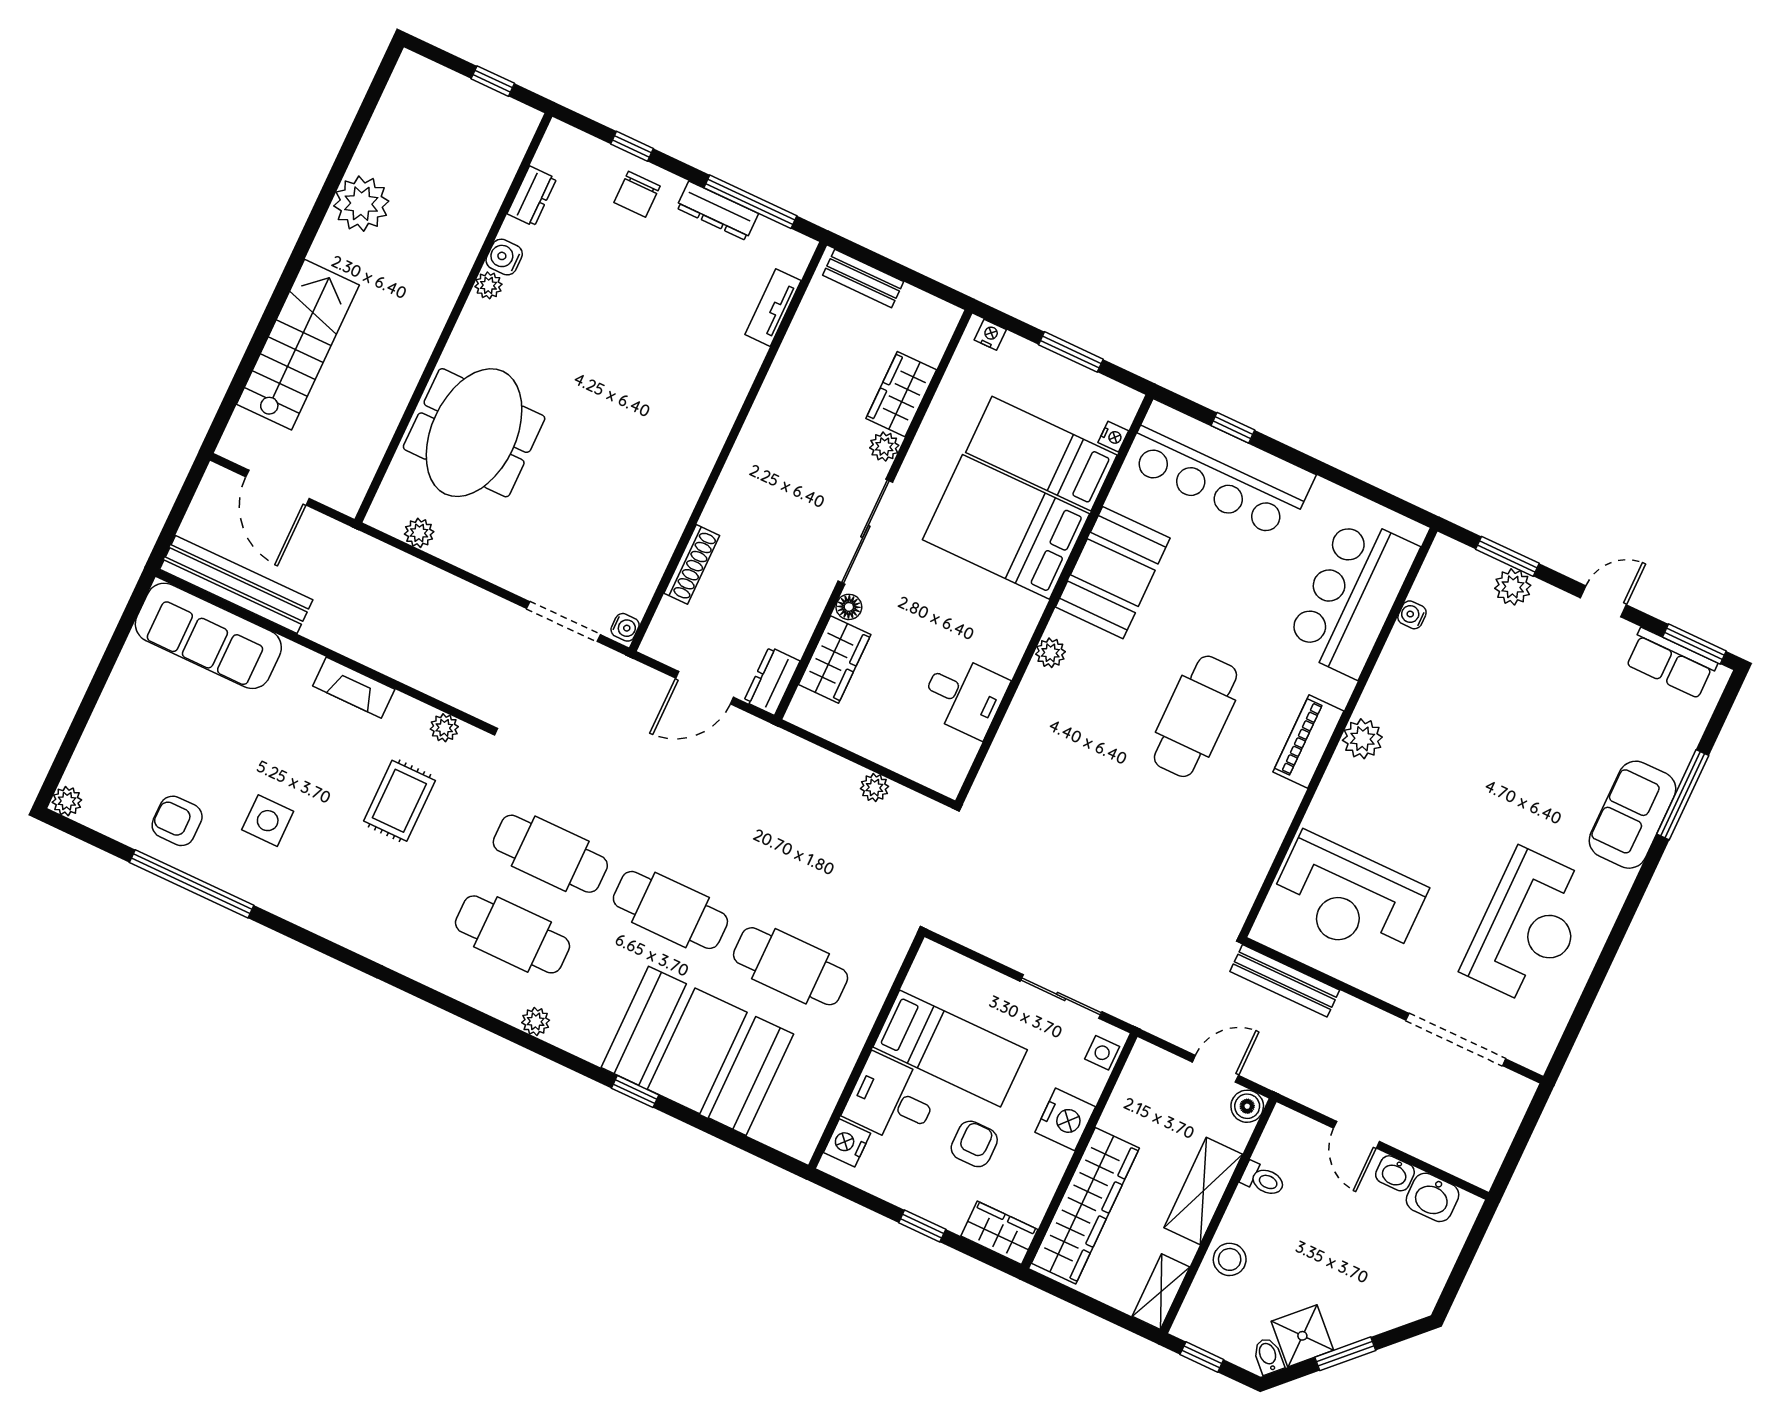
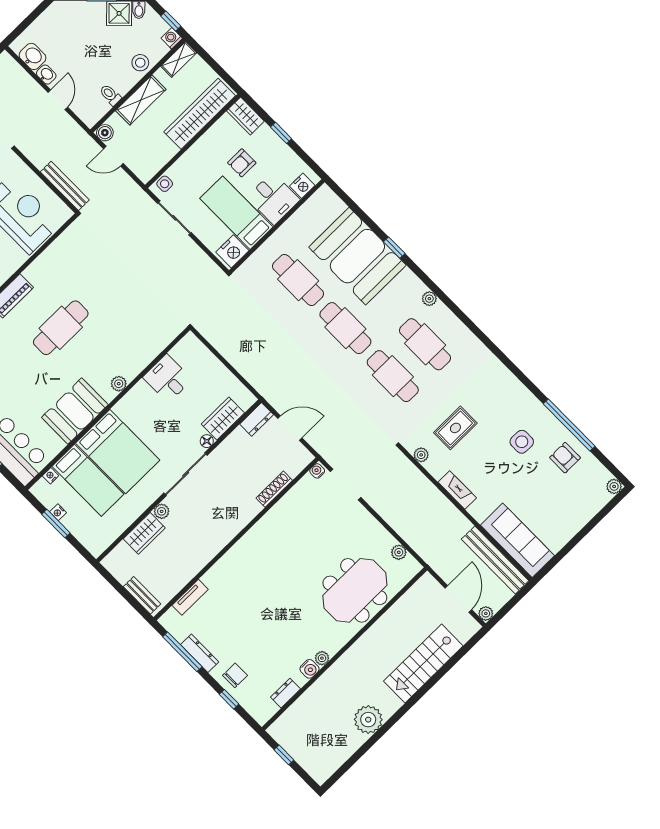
nightstand: (990, 335) -> (58, 512), moved
plant: (874, 788) -> (486, 613), moved
armchair: (177, 821) -> (565, 458), turned 180
nightstand: (1065, 1119) -> (232, 251), moved, turned 180
washing machine: (1188, 1326) -> (172, 38), added

